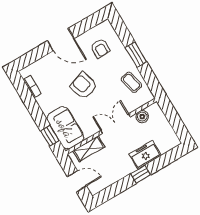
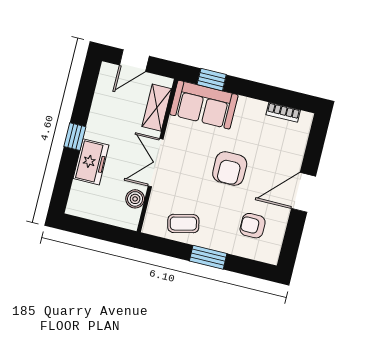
armchair: (84, 86) -> (230, 169), turned 108
double door: (115, 124) -> (156, 163), swing flipped

